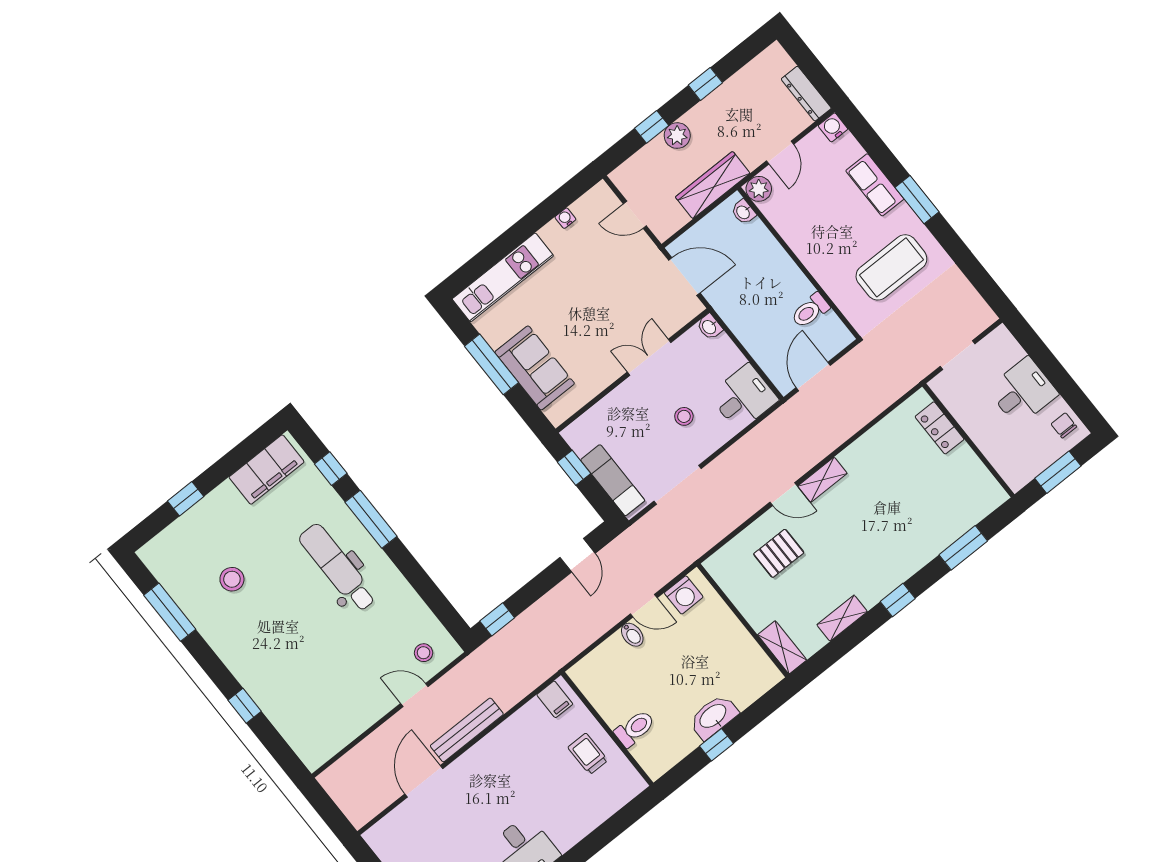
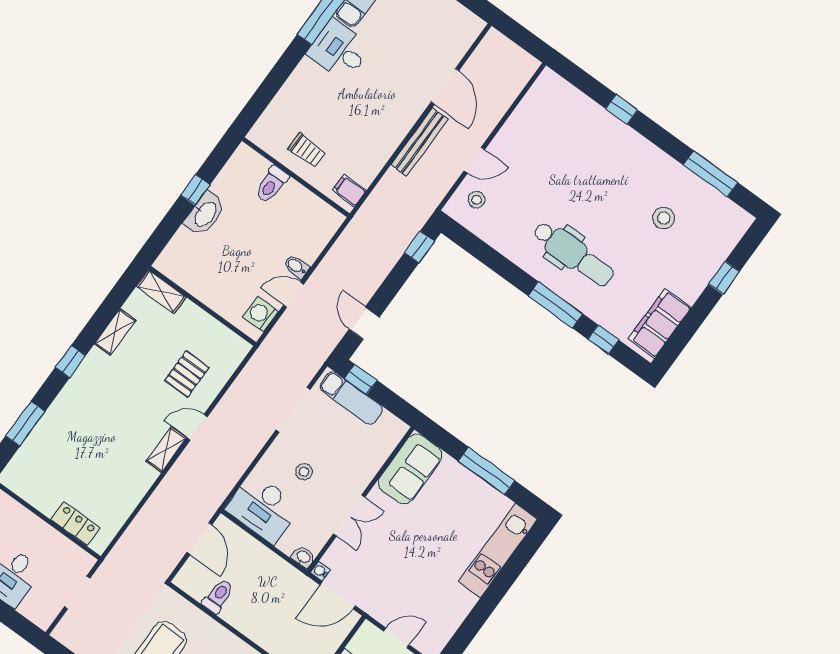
water cooler: (565, 218) -> (320, 571), moved, turned 180
sofa: (535, 368) -> (410, 469), moved, turned -90
desk: (744, 397) -> (263, 508), width x1.37
window: (574, 468) -> (361, 379), moved

